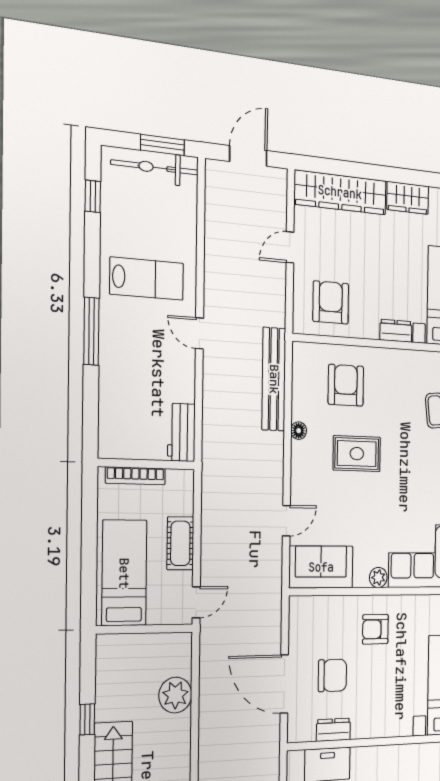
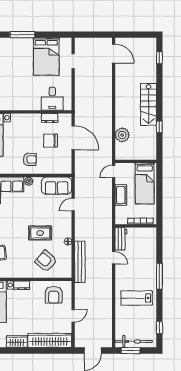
door: (199, 333) -> (114, 258), moved
armchair: (346, 385) -> (46, 261), turned 132

